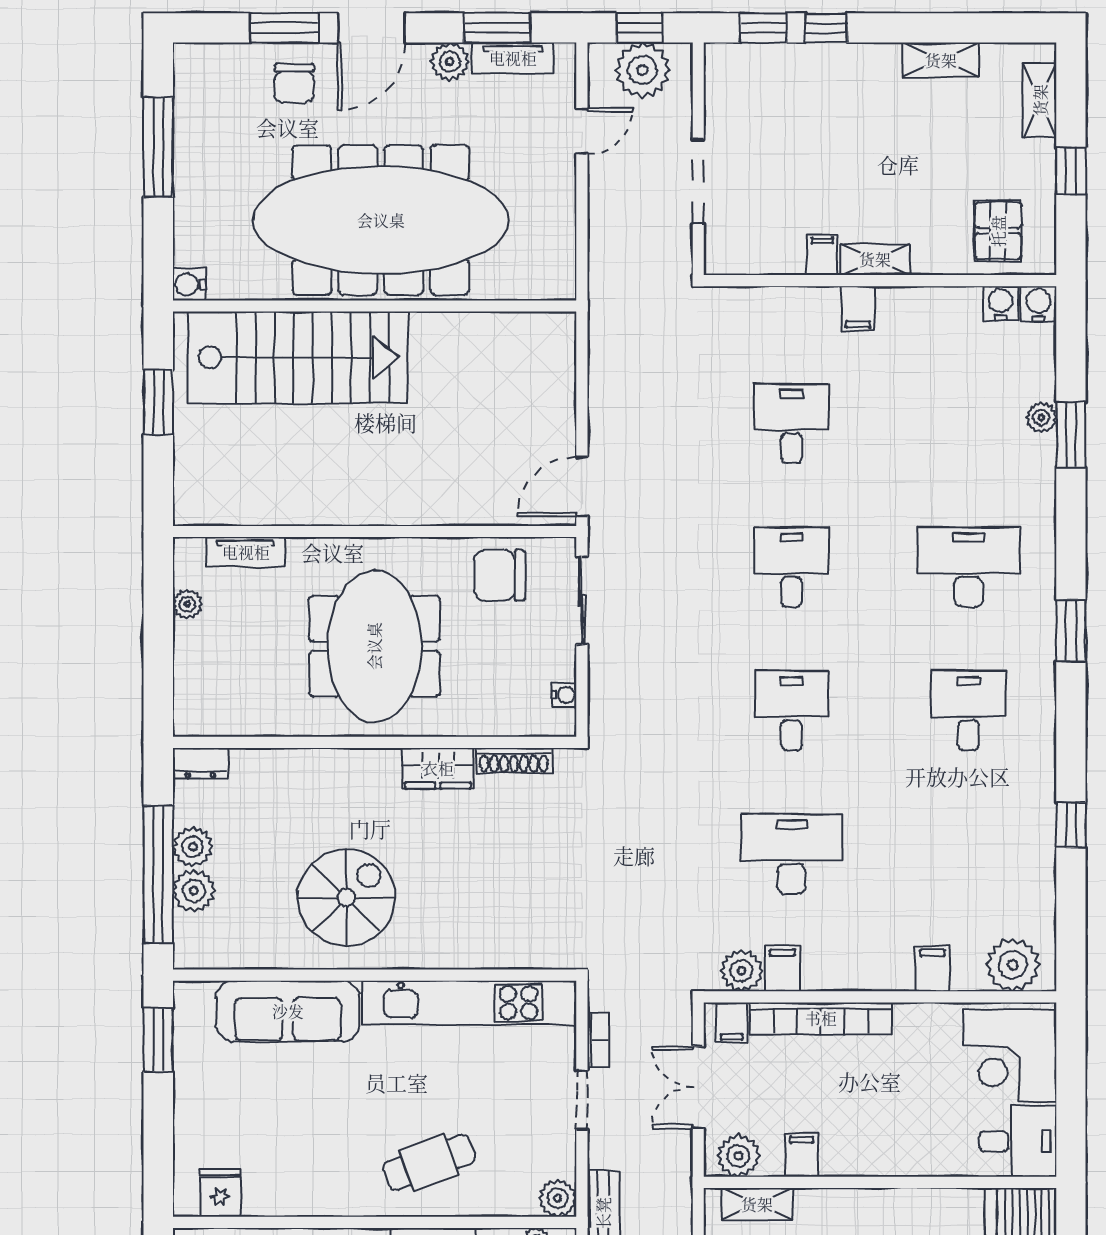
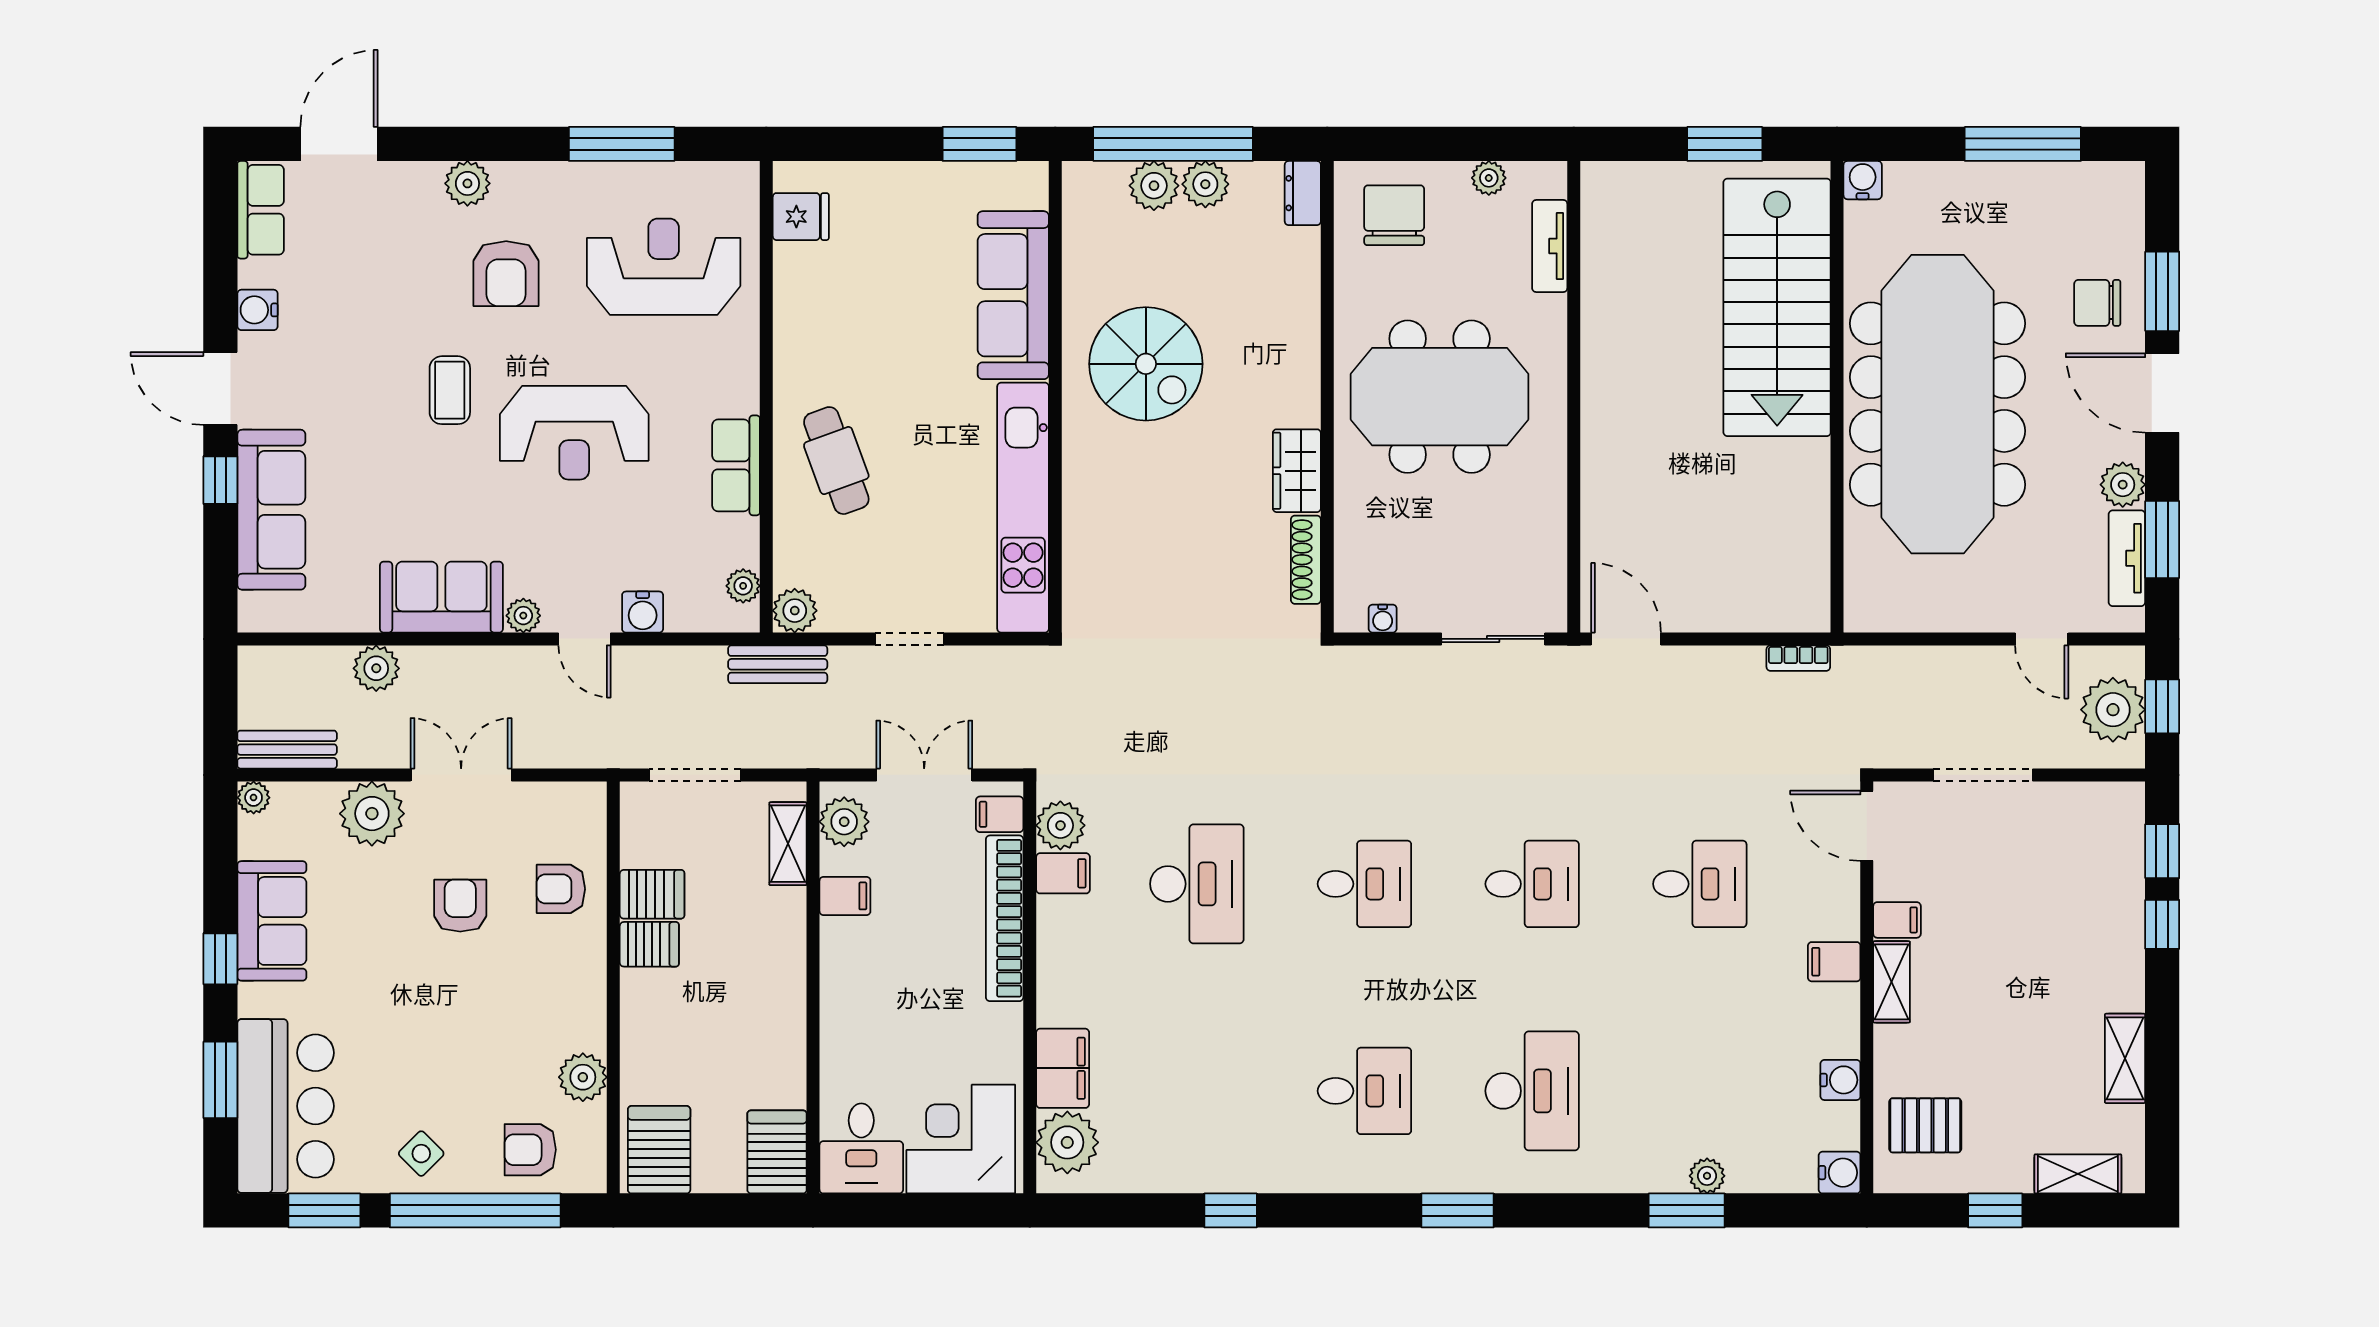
door: (742, 281) -> (1867, 826), added
water cooler: (1001, 303) -> (1840, 1080), moved
chair: (499, 575) -> (1394, 215), moved
filing cabinet: (932, 969) -> (1063, 1068), width x2.00
bookcase: (598, 1040) -> (1798, 658), moved

